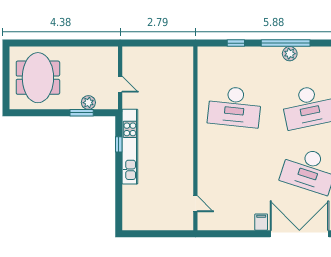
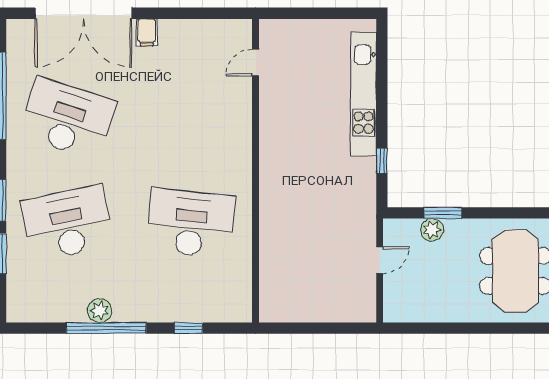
door: (120, 84) -> (380, 260), swing flipped
kitchen unit: (130, 147) -> (363, 94), moved
door: (195, 204) -> (255, 63), hinge flipped

